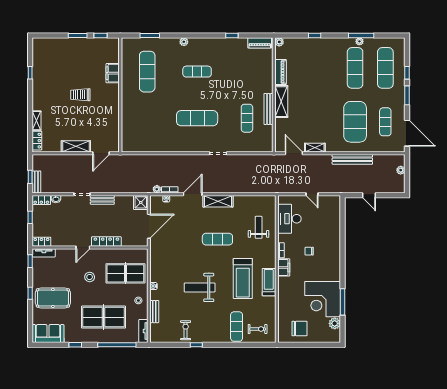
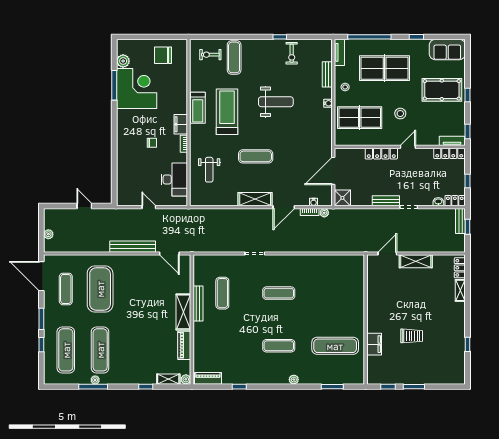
exercise mat: (147, 72) -> (335, 346), turned 90
trolley: (80, 95) -> (412, 336), moved
exercise mat: (197, 118) -> (279, 293), width x0.73, depth x0.69
shelving: (315, 148) -> (168, 379), moved
bench: (352, 159) -> (133, 247), moved
locker: (41, 242) -> (449, 153), width x1.53

